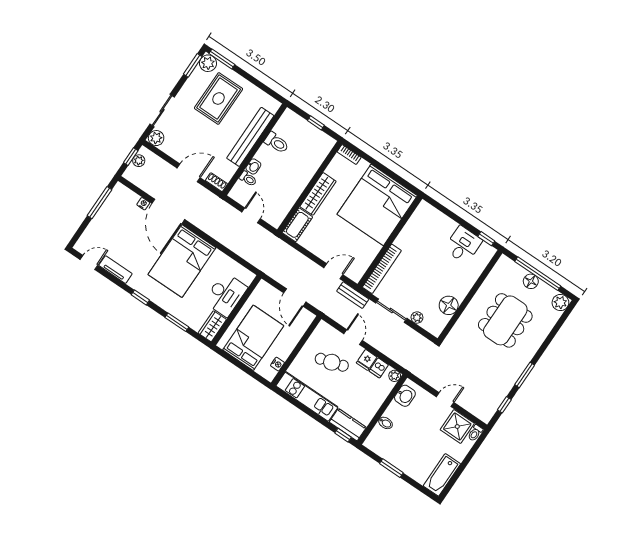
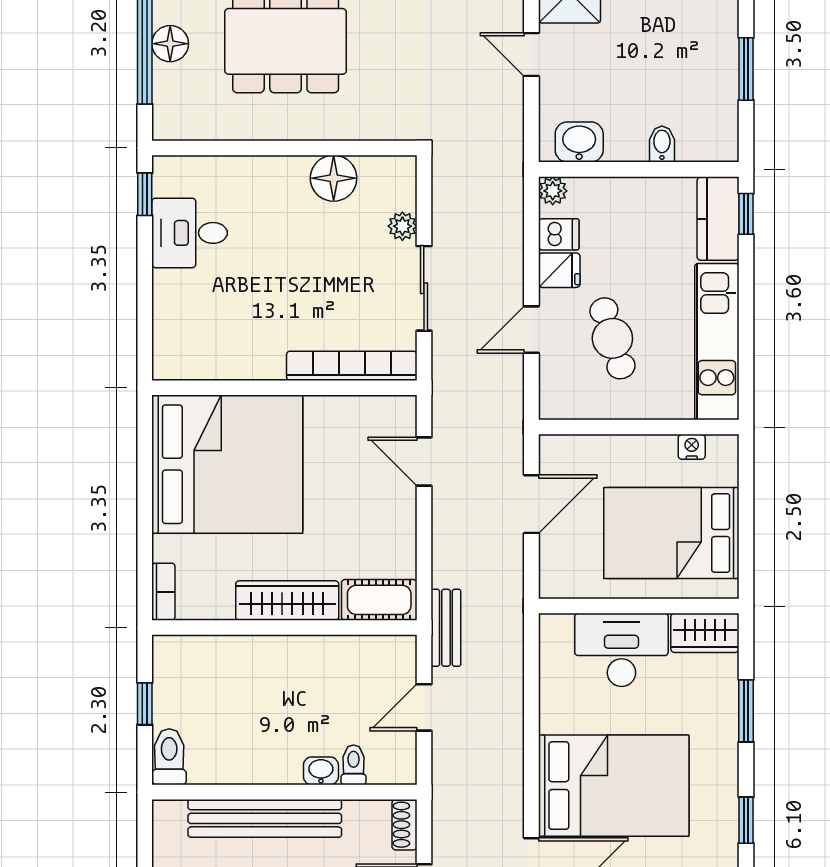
toilet: (276, 143) -> (169, 757), moved
bench: (353, 295) -> (446, 628), moved

